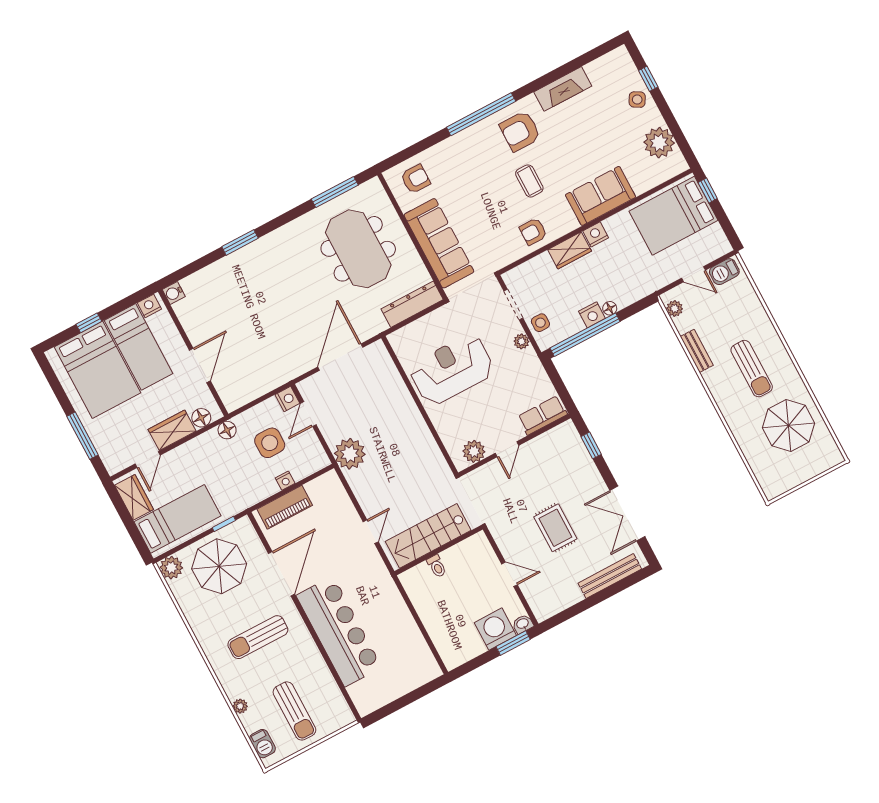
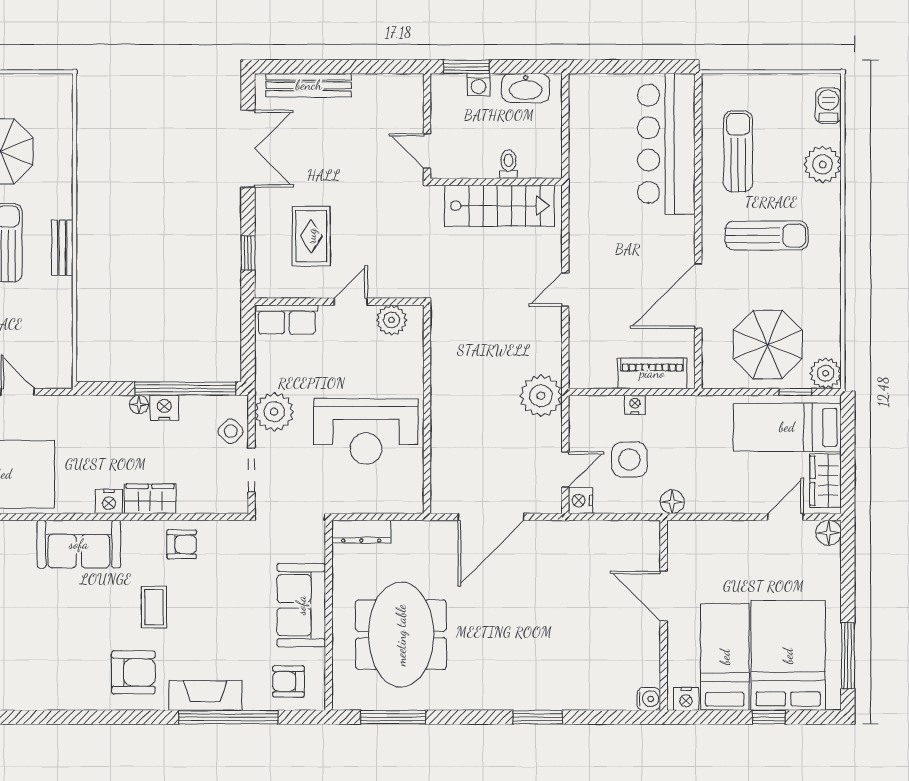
fireplace: (563, 89) -> (205, 695), moved
window: (481, 114) -> (228, 717), moved
sofa: (439, 243) -> (301, 605), width x0.73
dresser: (412, 304) -> (361, 532), width x0.73, depth x0.80
plant: (675, 309) -> (62, 363), removed
side table: (540, 323) -> (231, 431), turned 45
plant: (521, 341) -> (274, 412), width x1.88, depth x1.88
bench: (697, 351) -> (62, 248), moved
door: (200, 365) -> (664, 596), hinge flipped
floor lamp: (201, 418) -> (829, 533), moved
wardrobe: (172, 430) -> (738, 536), removed
window: (83, 436) -> (848, 656), moved
window: (224, 524) -> (795, 392), moved
rug: (555, 528) -> (311, 236), moved
stairs: (428, 536) -> (499, 206), moved
wall: (439, 550) -> (496, 182), moved
toilet: (437, 566) -> (509, 164), moved
washbasin: (523, 624) -> (526, 88), moved, width x1.91, depth x1.45
washing machine: (495, 629) -> (478, 85), width x0.53, depth x0.53
bar counter: (339, 631) -> (666, 144), moved
plant: (240, 706) -> (823, 165), width x1.88, depth x1.88
sun lounger: (294, 711) -> (738, 151), moved

